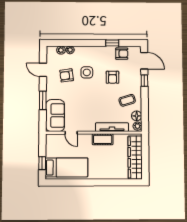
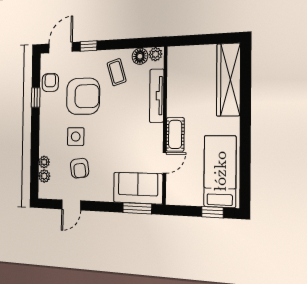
armchair: (112, 77) -> (83, 96), width x1.88, depth x1.88
window: (43, 100) -> (137, 208), moved
cot: (103, 139) -> (175, 134), moved
wardrobe: (135, 157) -> (228, 80), moved, turned 90

